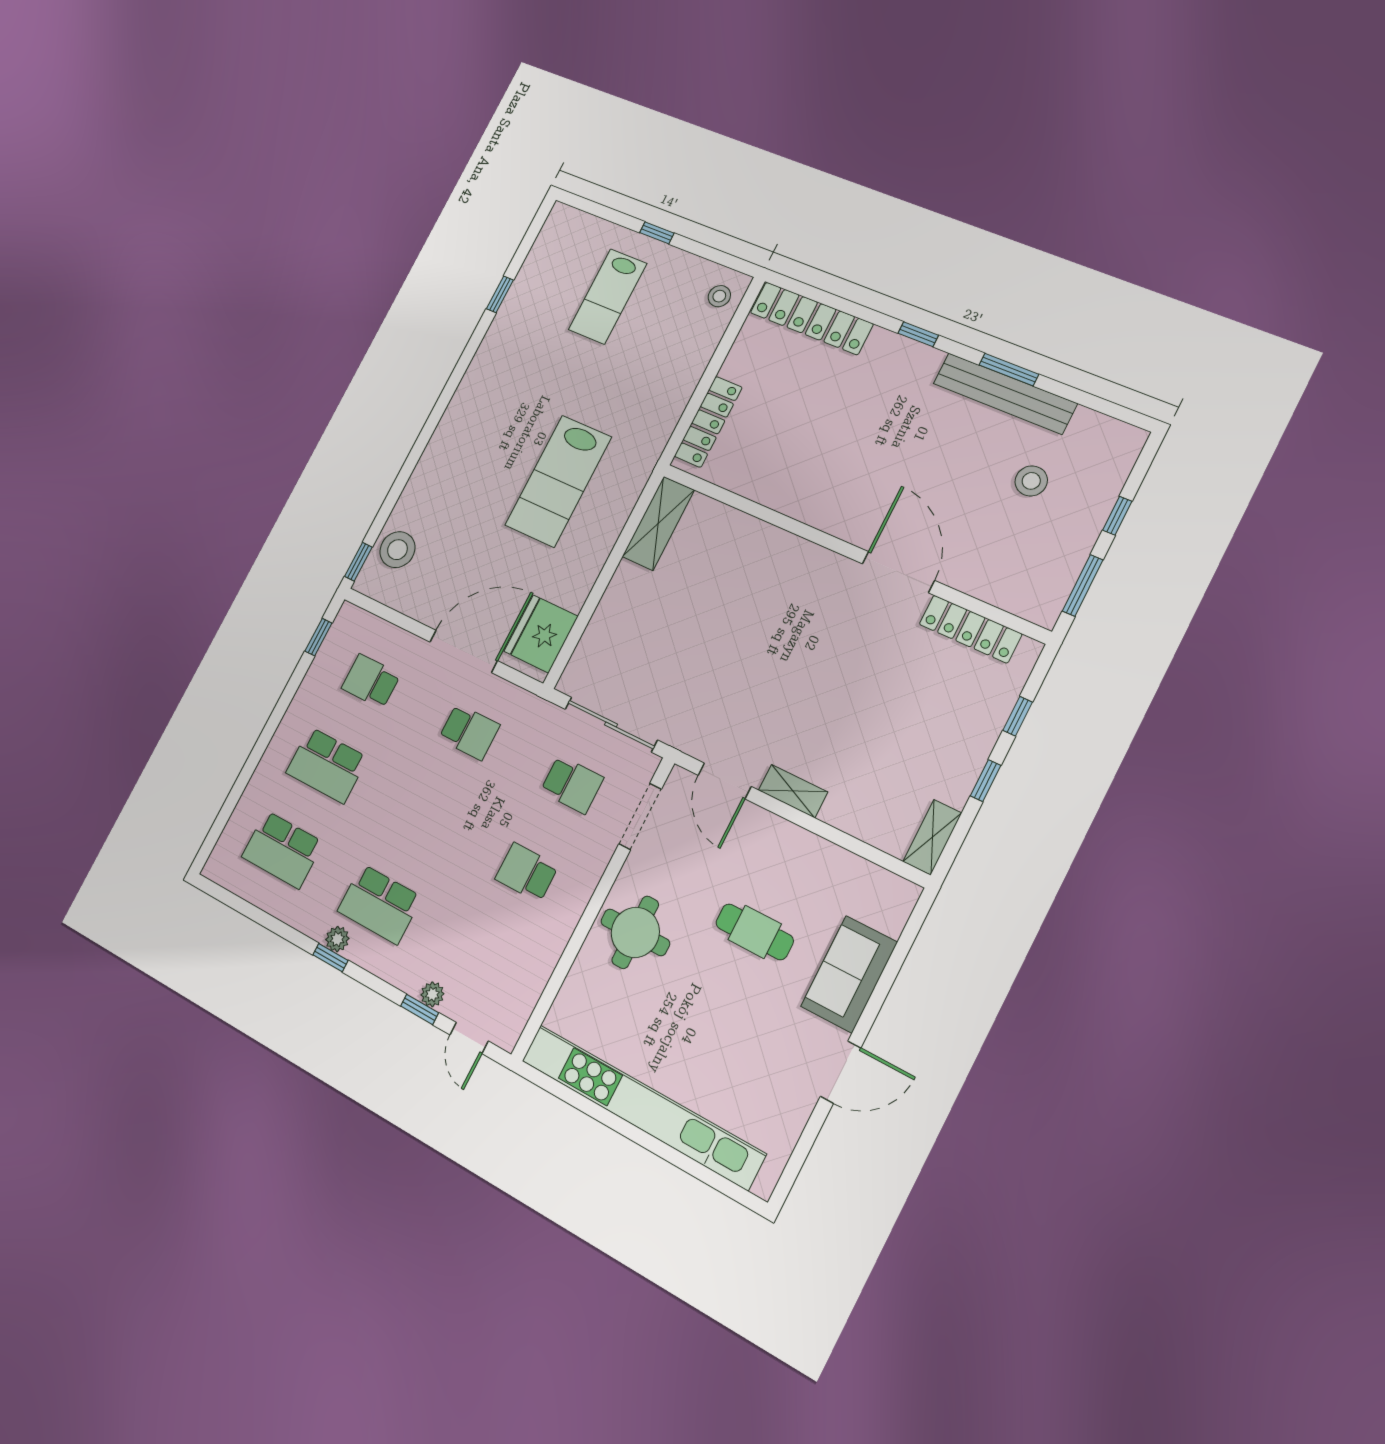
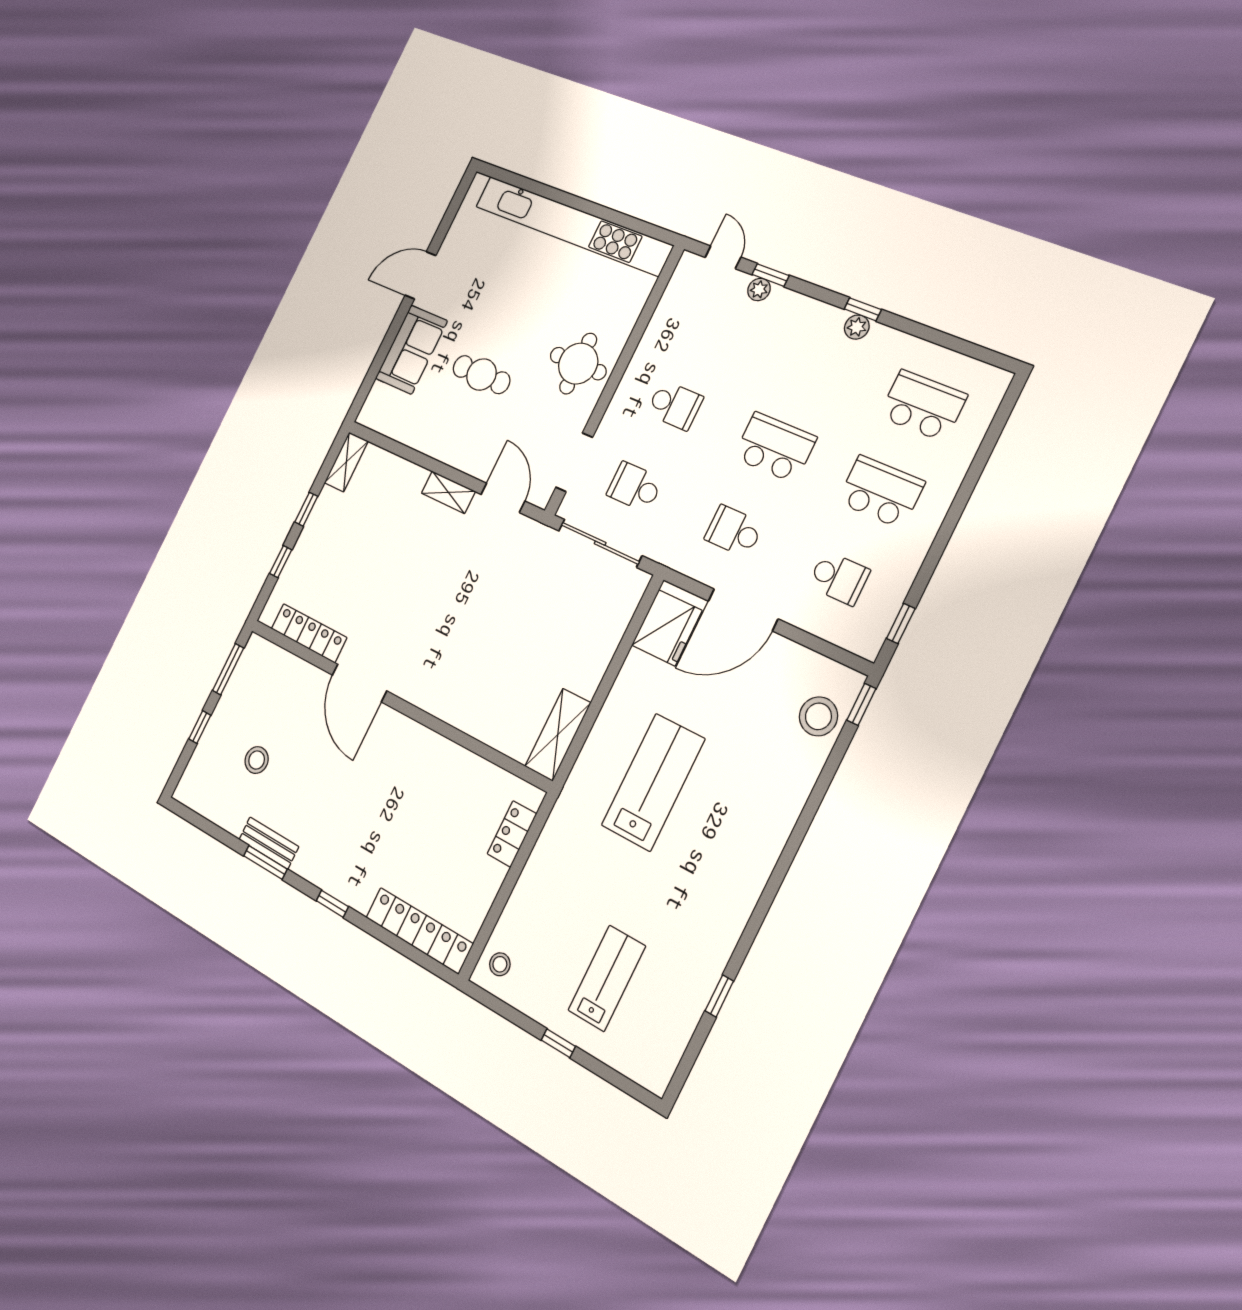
bench: (1005, 393) -> (269, 843), width x0.54, depth x0.82
locker: (708, 422) -> (512, 834), width x0.66
school desk: (379, 904) -> (775, 447), moved

